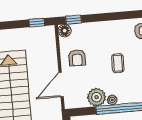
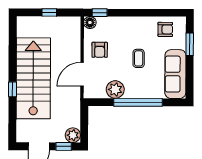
window: (37, 23) -> (49, 12), moved
plant: (112, 100) -> (130, 93), removed

